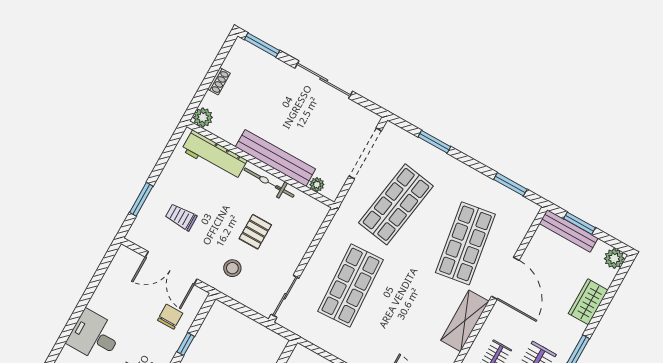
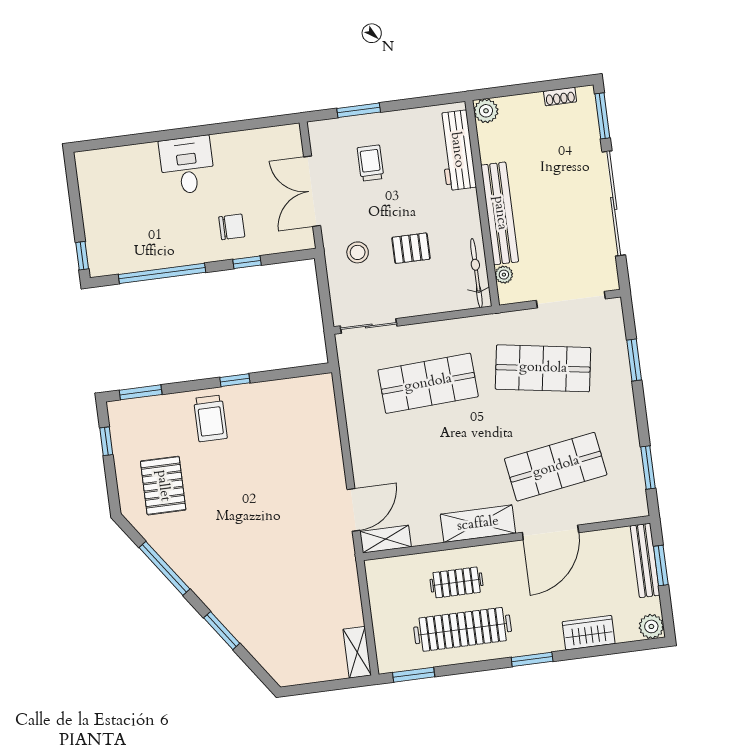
sliding door: (324, 80) -> (614, 203), width x1.36
shoe rack: (219, 81) -> (560, 96), moved
bicycle: (269, 183) -> (476, 273), moved
chair: (170, 317) -> (232, 227), moved

